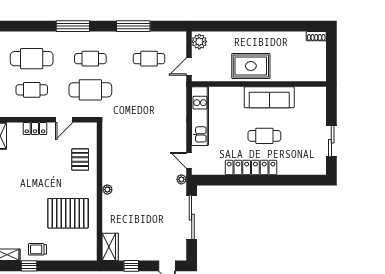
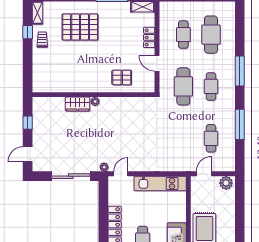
door: (189, 67) -> (204, 174), hinge flipped
pallet: (68, 213) -> (80, 27), moved, turned 90
wardrobe: (110, 247) -> (77, 104), moved

